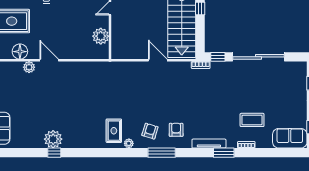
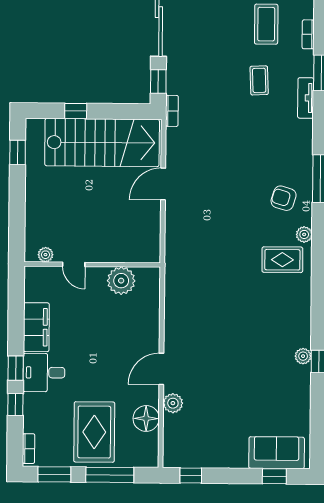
coffee table: (219, 116) -> (259, 80), added
armchair: (176, 130) -> (282, 154), removed
plant: (53, 139) -> (303, 356), width x0.53, depth x0.53
tv unit: (209, 144) -> (306, 98), width x0.71

